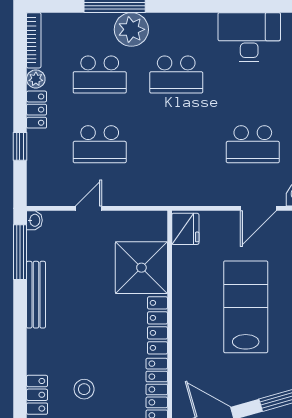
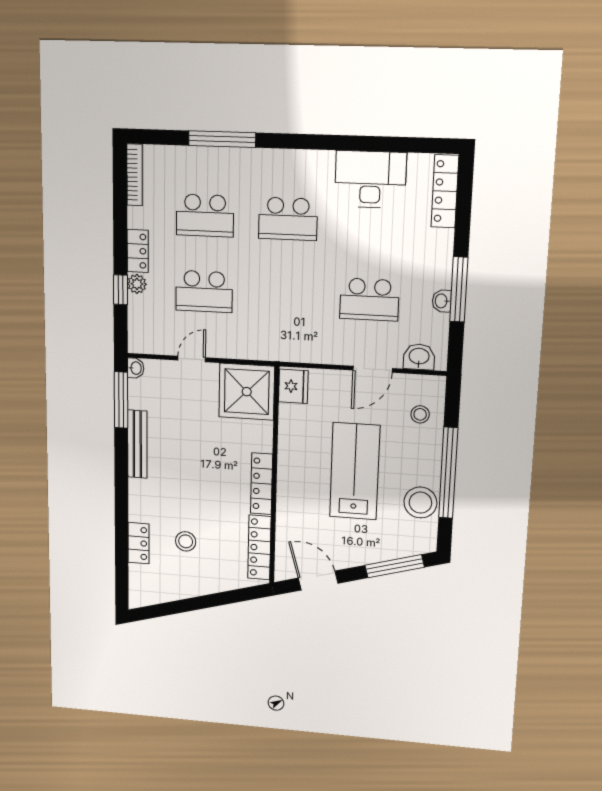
plant: (131, 29) -> (240, 166), removed
plant: (36, 79) -> (137, 284), moved
shower: (141, 268) -> (247, 392), moved

